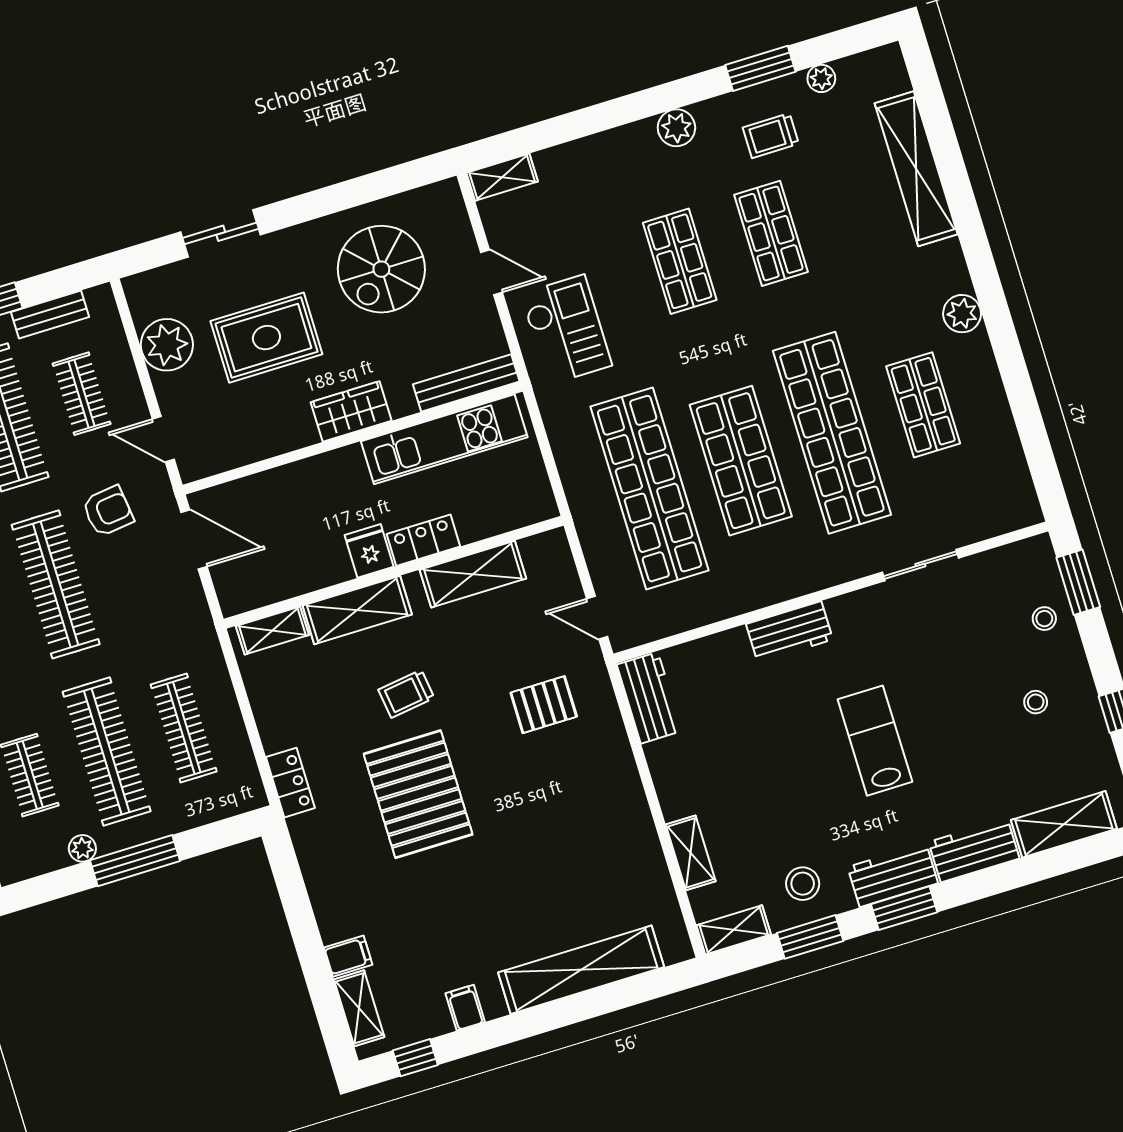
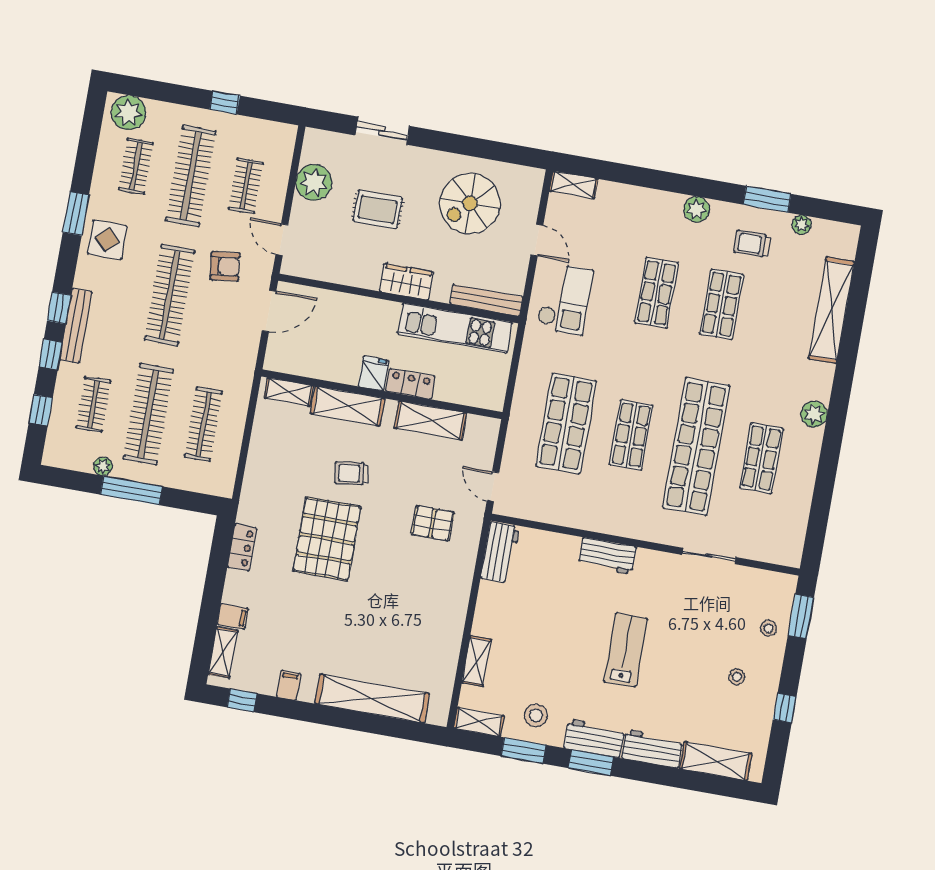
bench: (50, 314) -> (251, 127), removed
rug: (266, 338) -> (378, 209), width x0.73, depth x0.70
shop shelf: (741, 461) -> (631, 435), width x0.70, depth x0.74
shop shelf: (650, 489) -> (566, 423), width x0.71
door: (194, 539) -> (269, 311), hinge flipped
locker: (290, 783) -> (242, 547), moved

